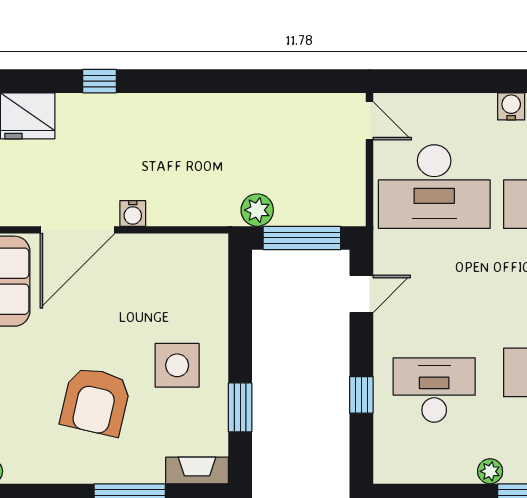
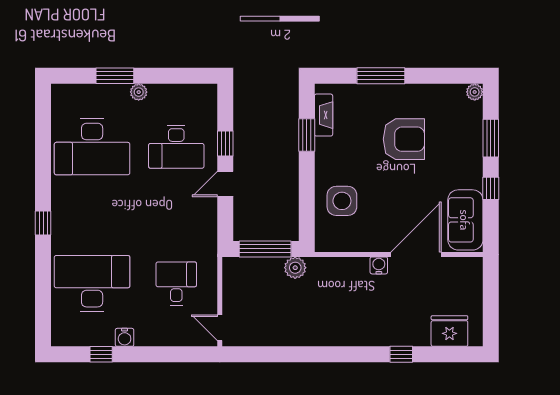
desk: (434, 187) -> (176, 283), width x0.53, depth x0.77
door: (361, 294) -> (225, 184), moved
side table: (177, 365) -> (342, 201), moved
armchair: (96, 401) -> (404, 139), turned 77
fireplace: (197, 470) -> (324, 115), moved, turned -90

